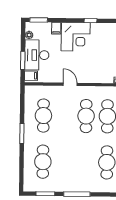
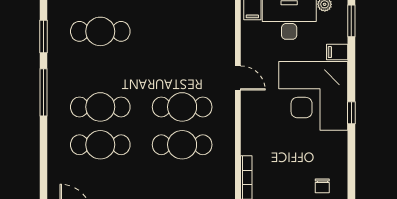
corner desk: (76, 37) -> (313, 96), width x1.36, depth x1.36
door: (70, 84) -> (238, 78), hinge flipped
cafe table: (43, 116) -> (100, 107), moved

